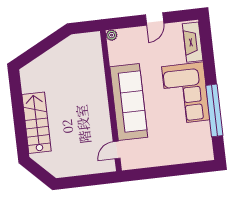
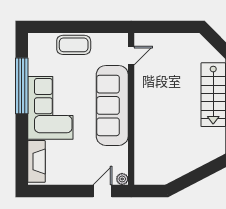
door: (155, 19) -> (103, 191), moved
coffee table: (171, 154) -> (74, 45), added

